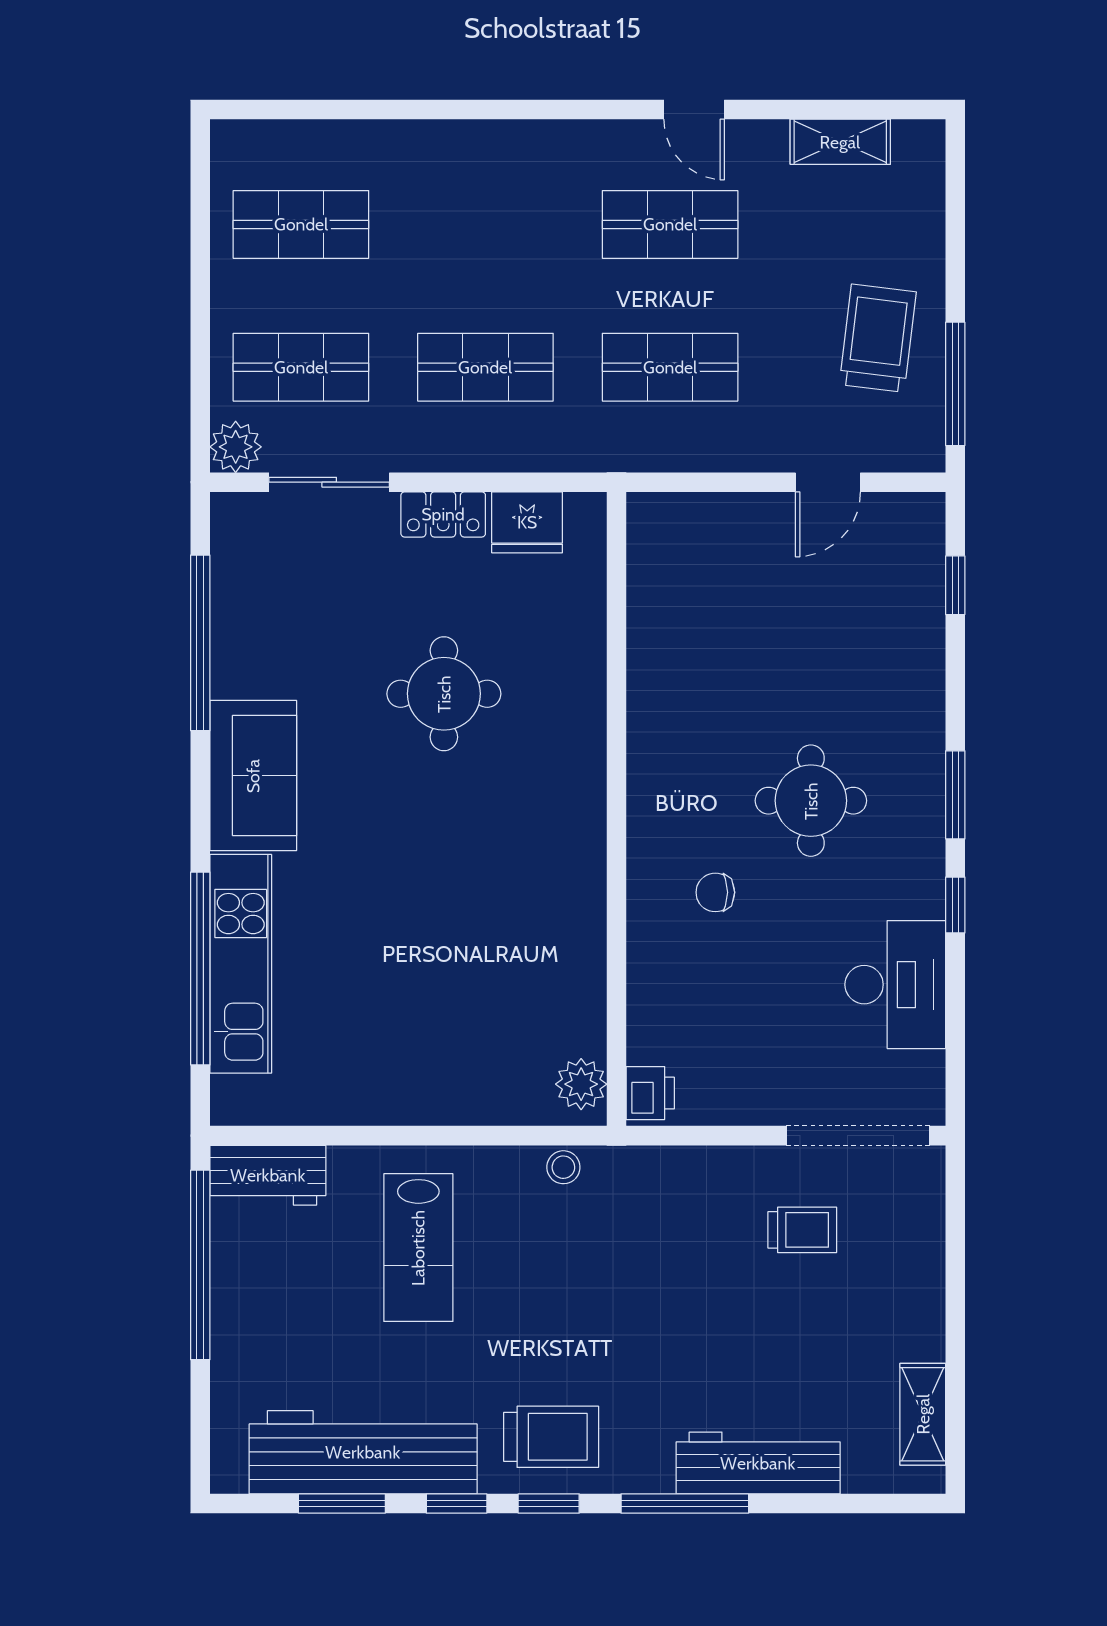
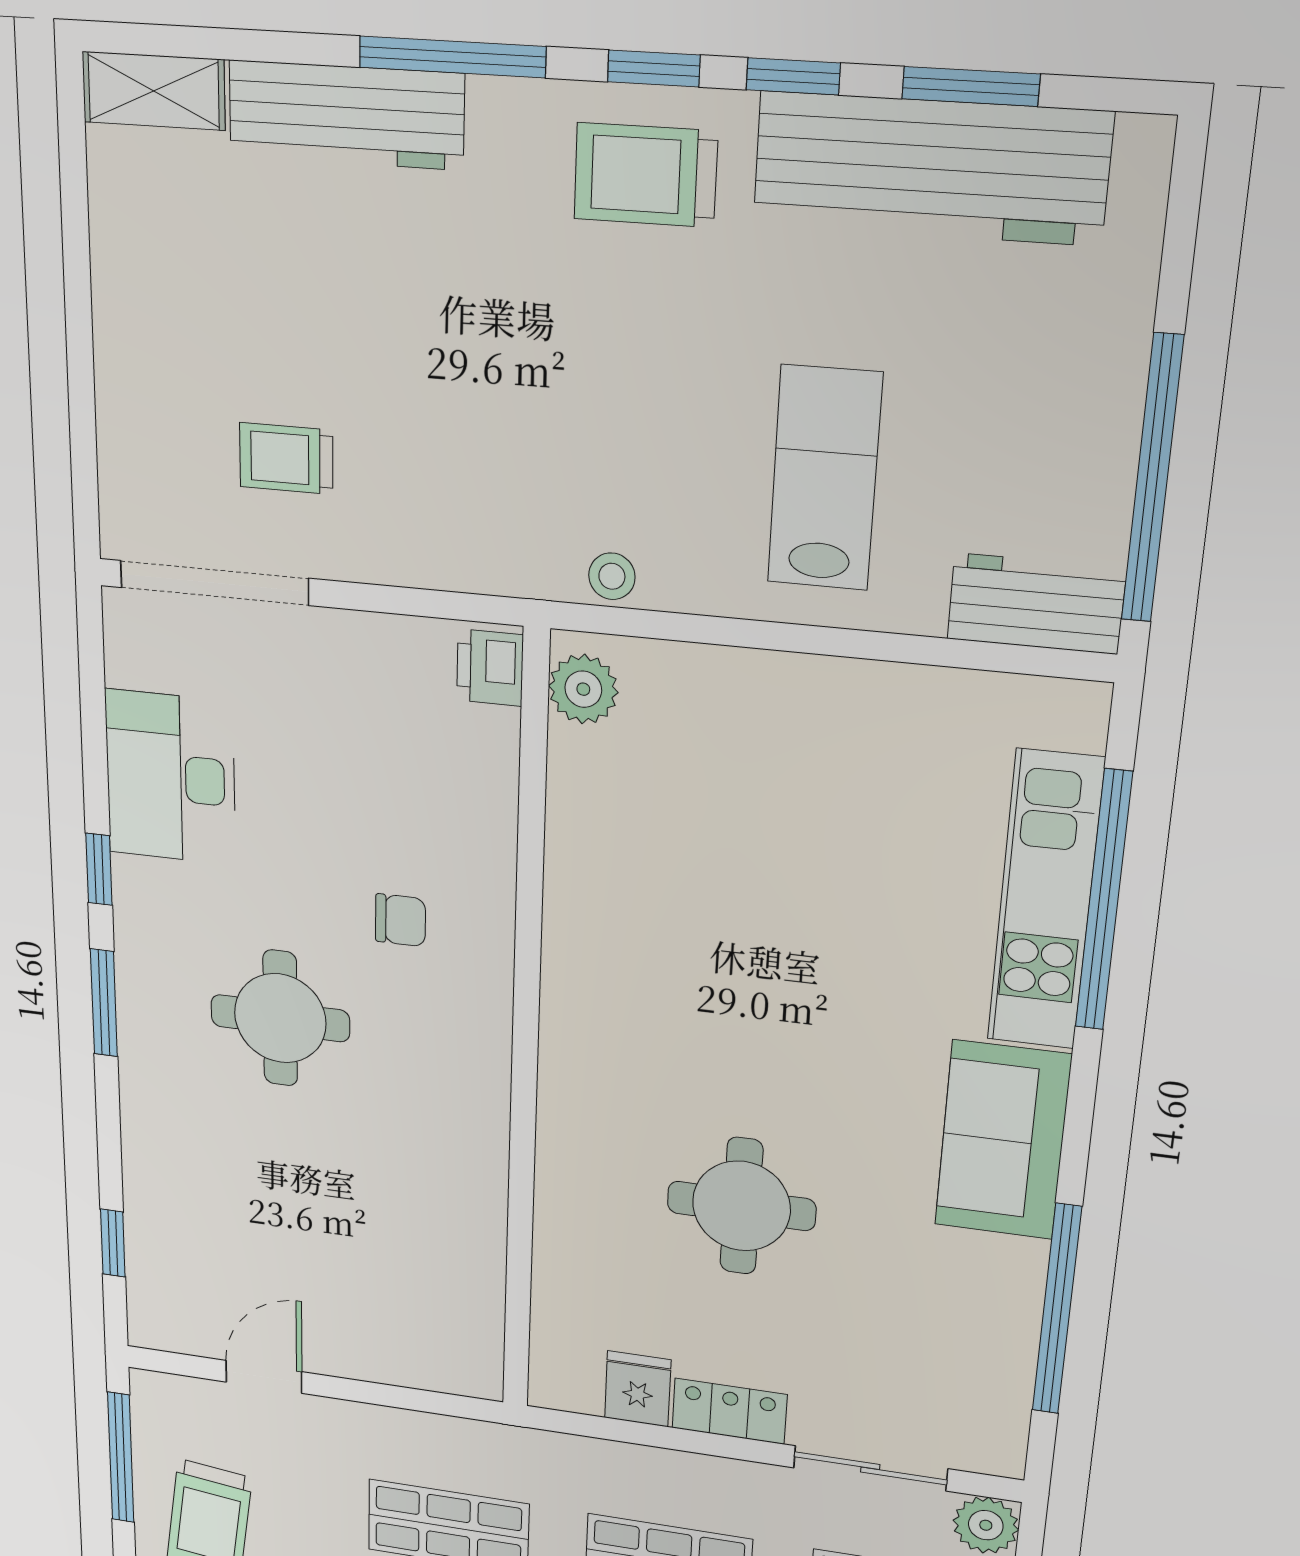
fridge: (527, 522) -> (638, 1389), width x0.72
shelving: (923, 1414) -> (154, 91), moved, turned 90

